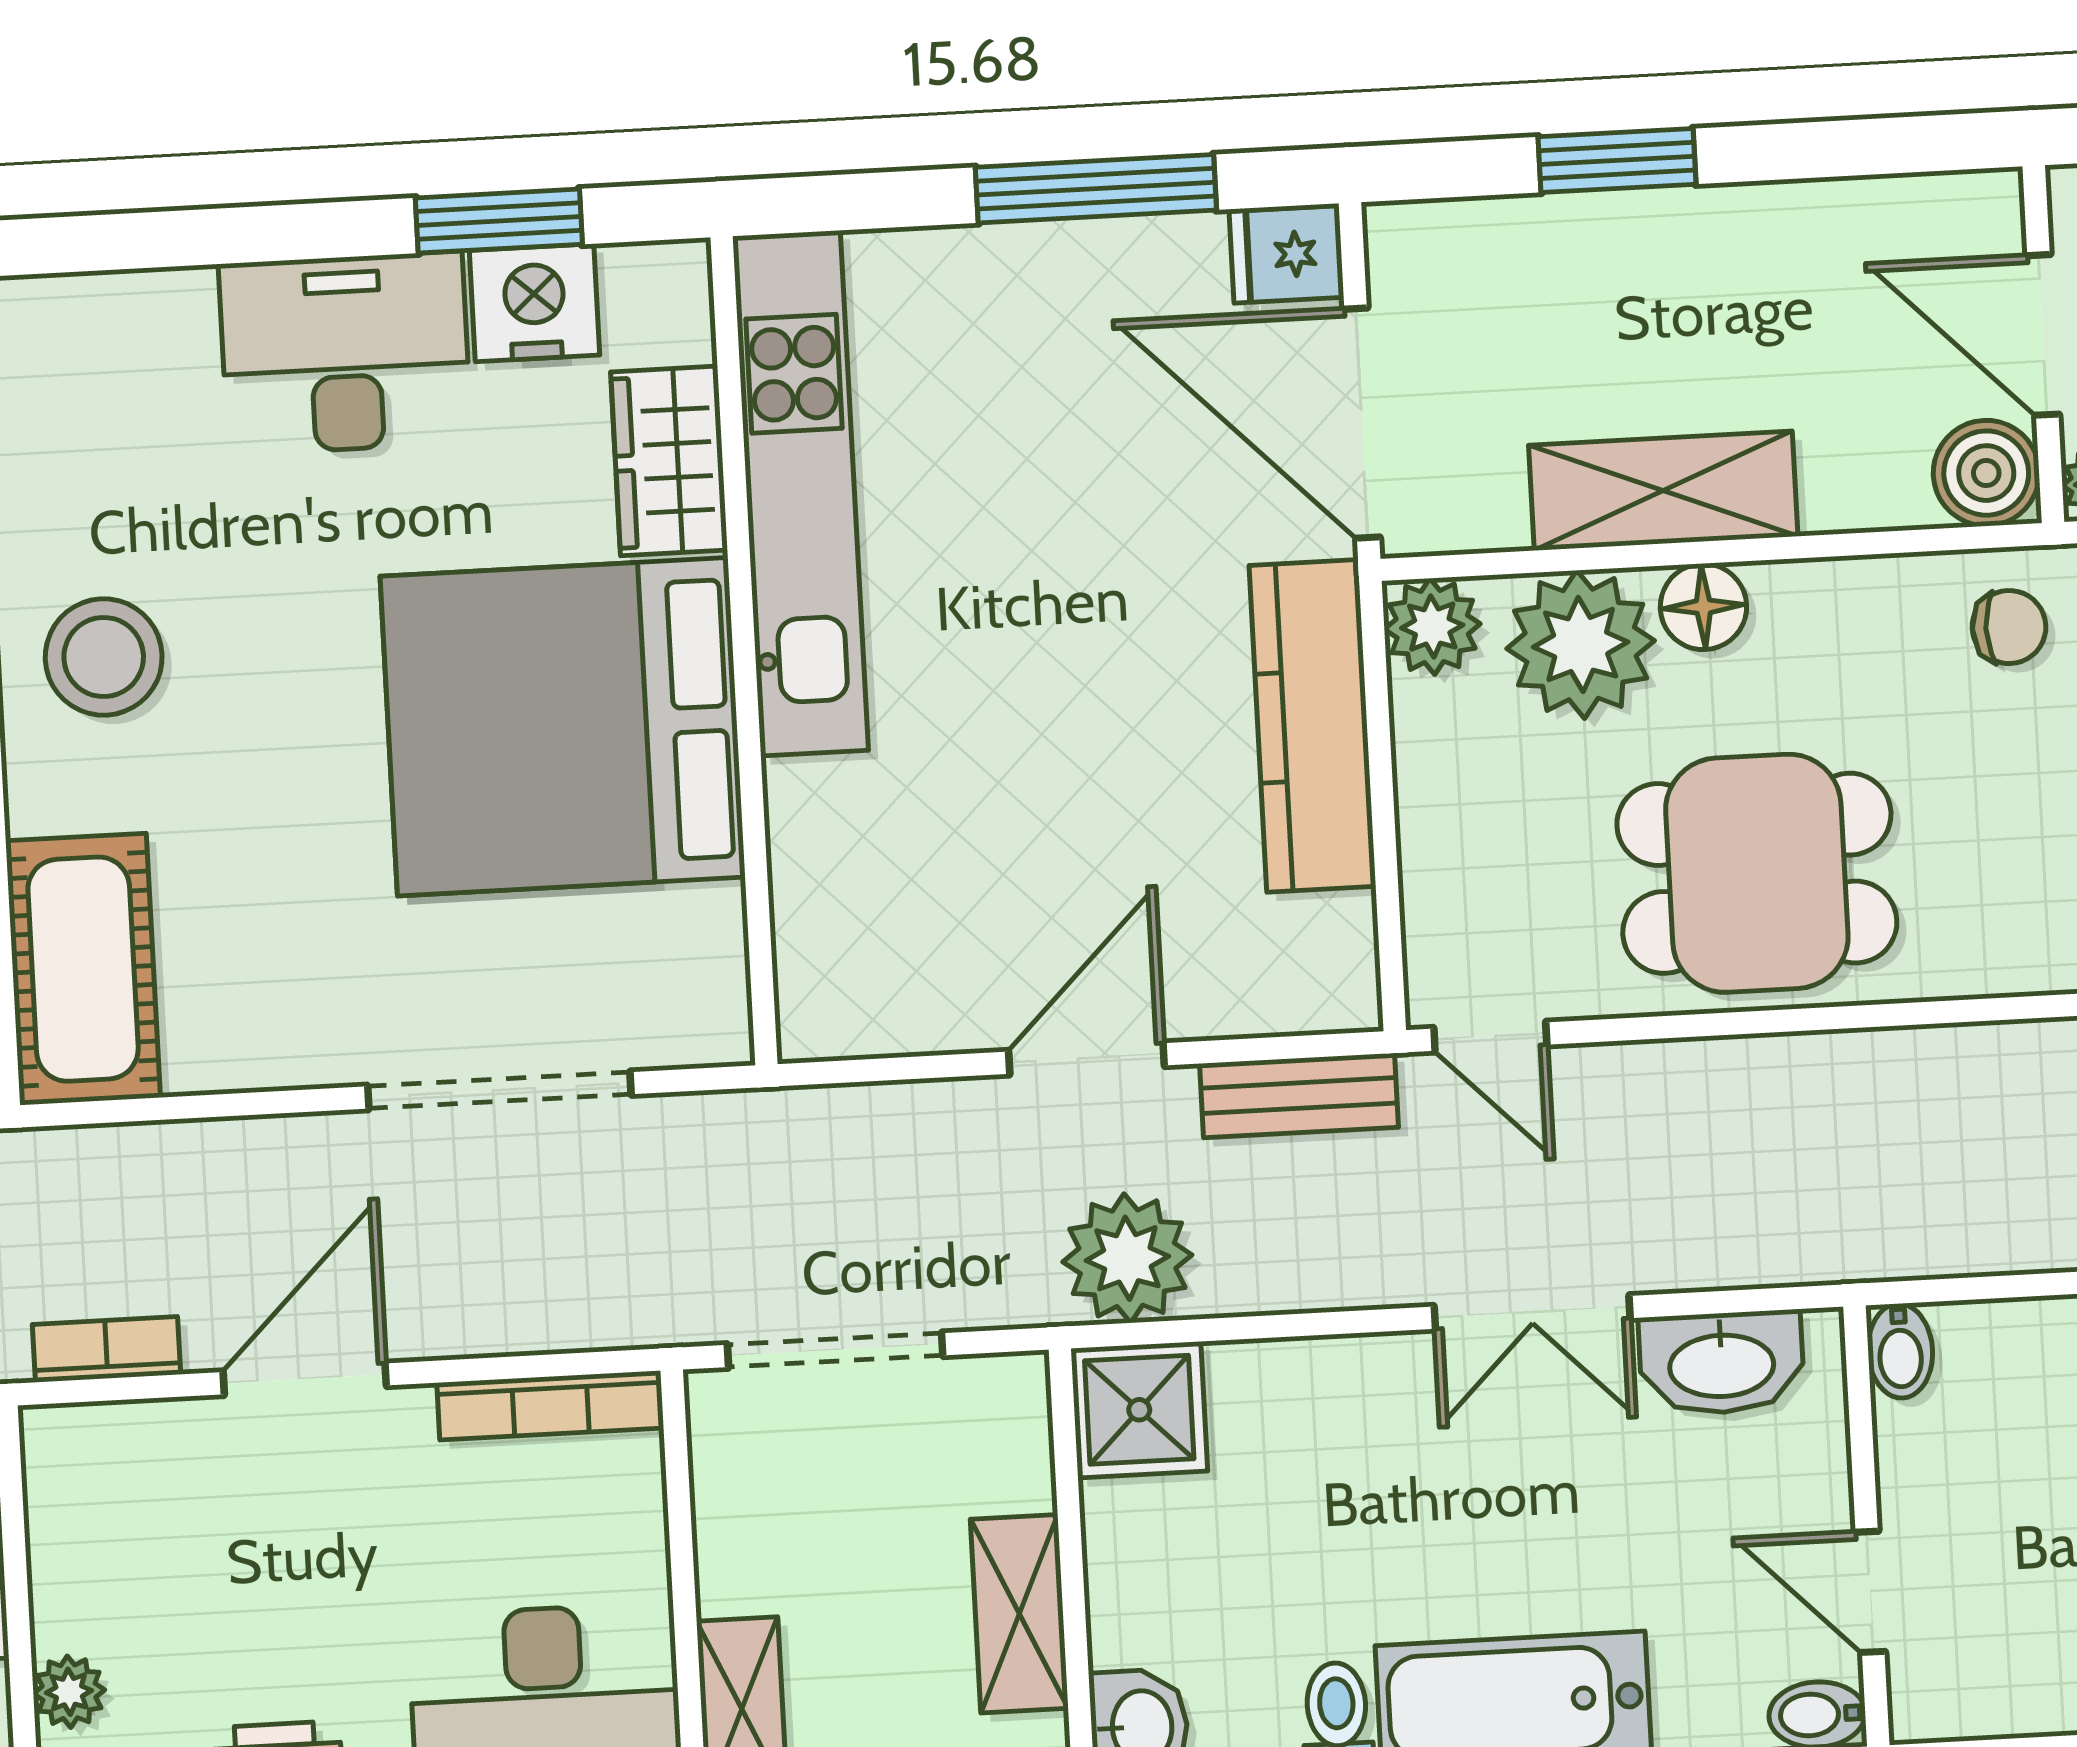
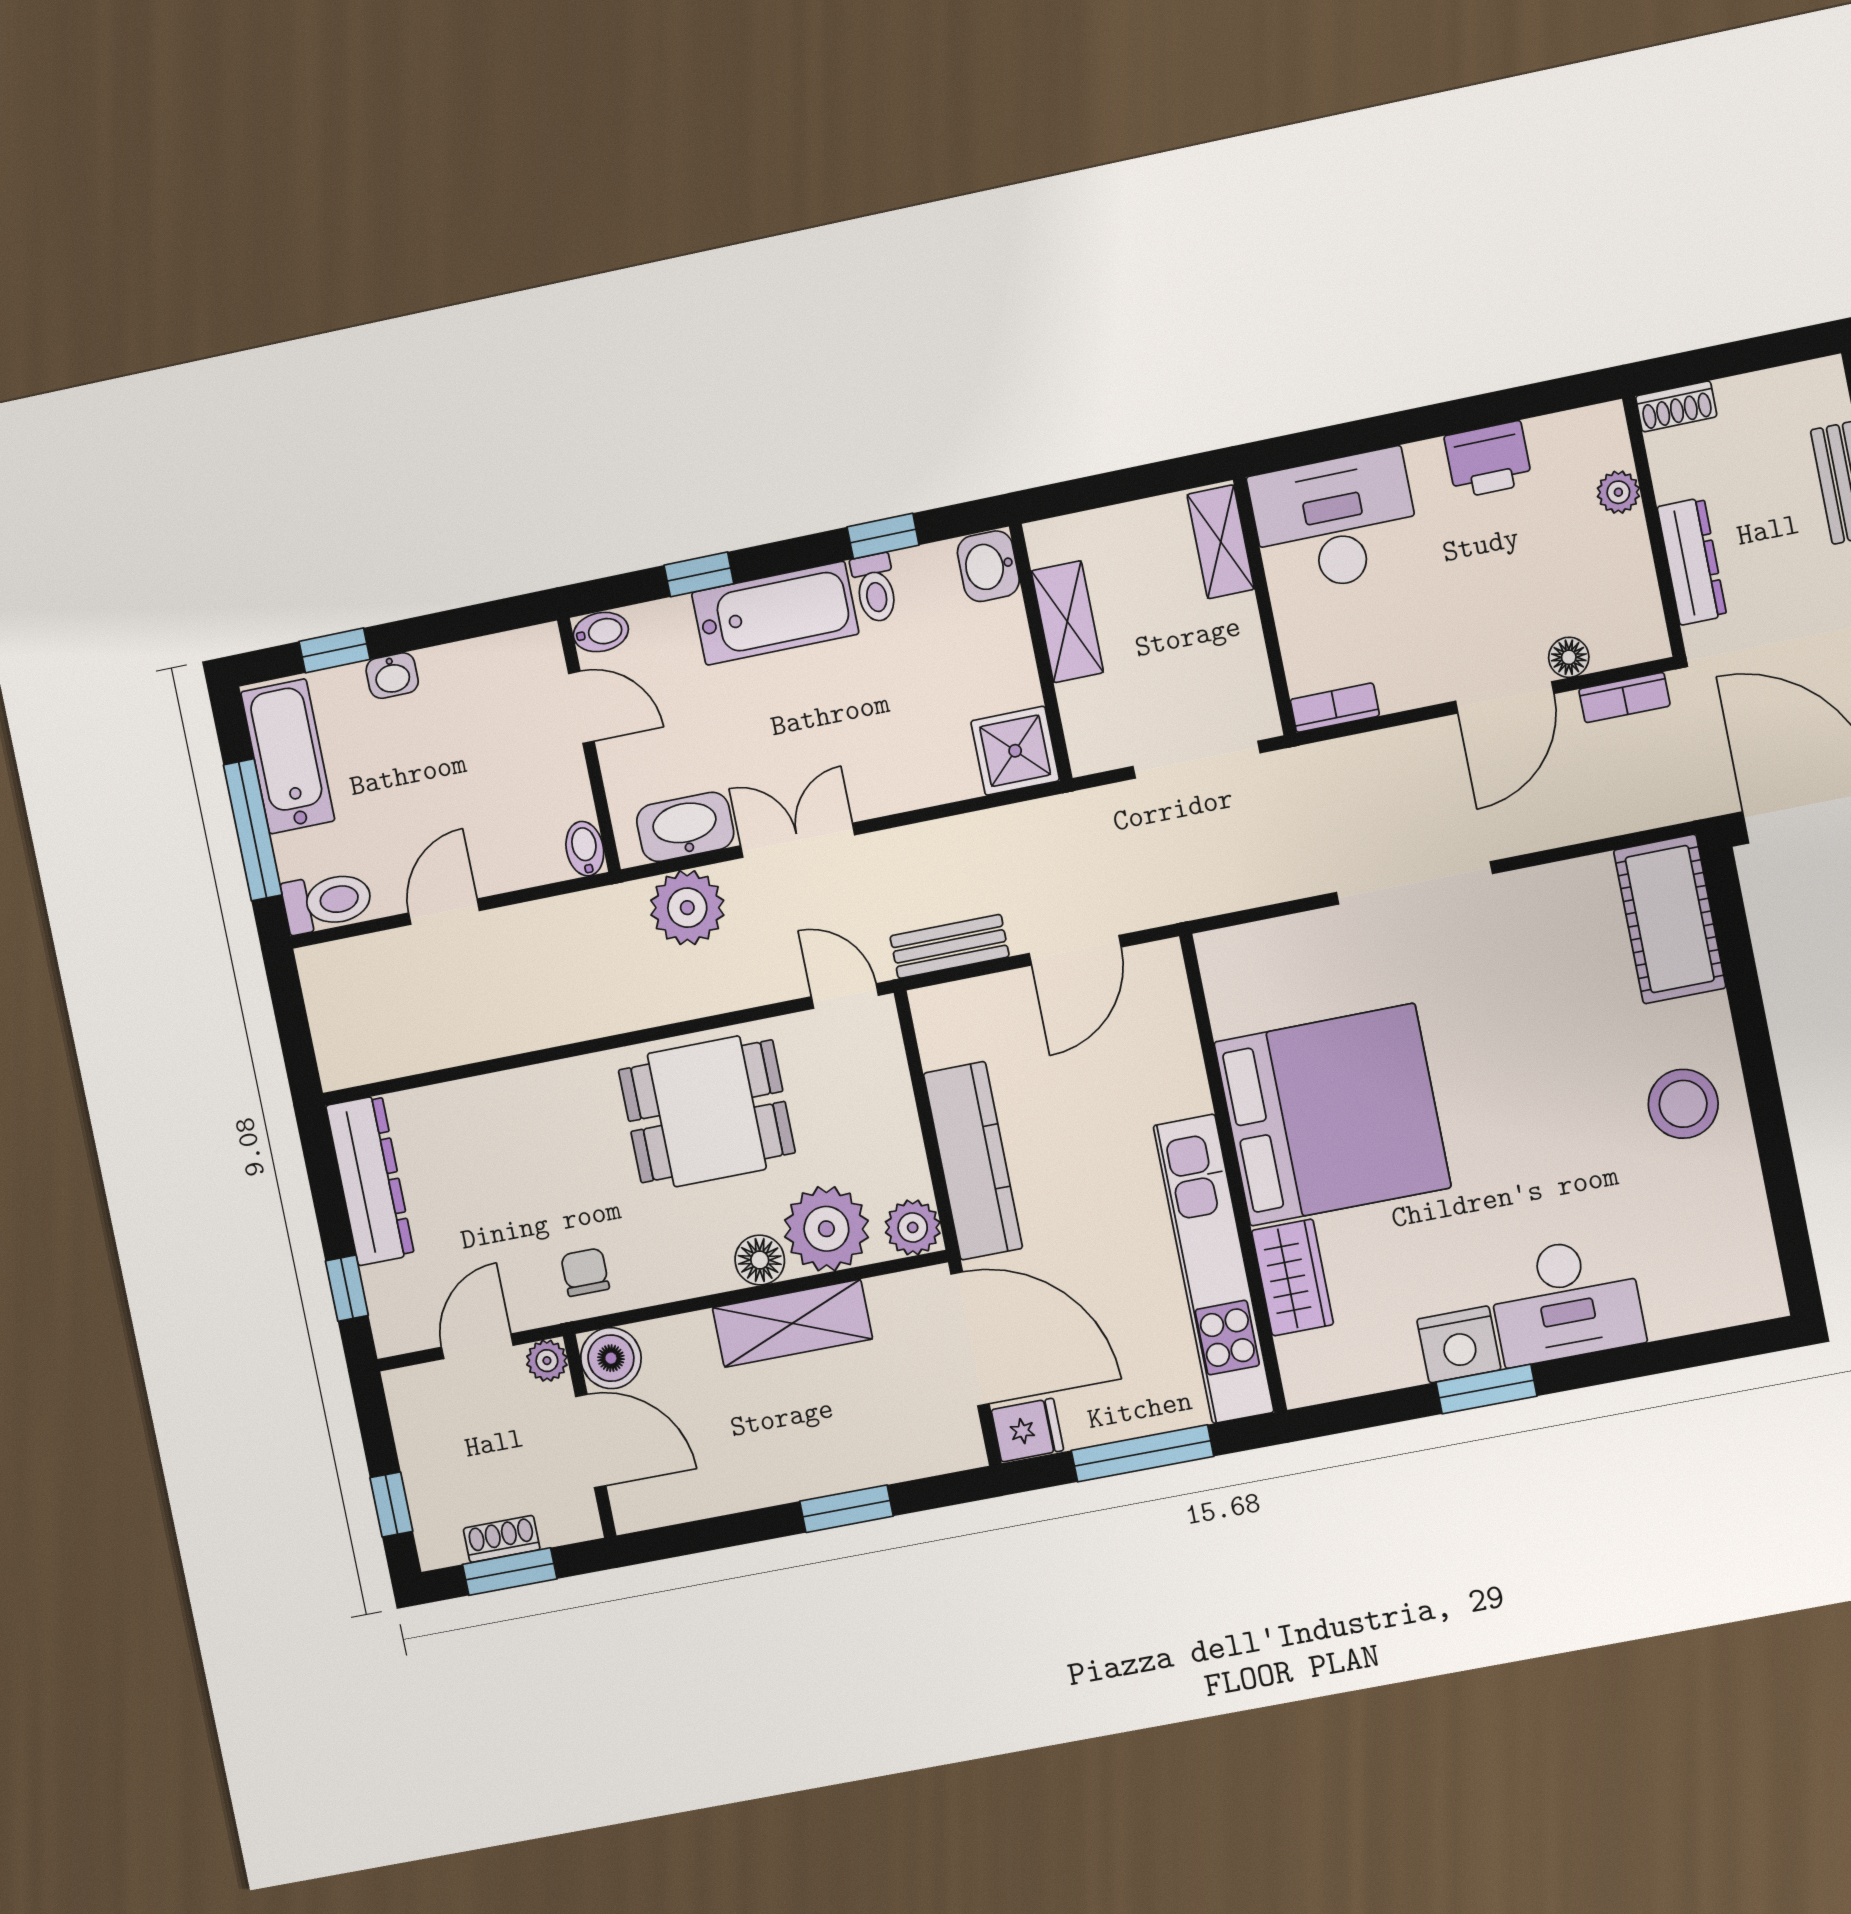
wardrobe: (669, 461) -> (1293, 1277), moved
kitchen unit: (800, 493) -> (1214, 1269), moved
chair: (2009, 627) -> (585, 1272), turned 90
wall: (744, 651) -> (1233, 1173), moved
bed: (563, 727) -> (1332, 1115), moved
plant: (1127, 1258) -> (687, 908), moved
bookcase: (550, 1405) -> (1335, 708), width x0.64
floor lamp: (189, 1430) -> (1569, 657), added

